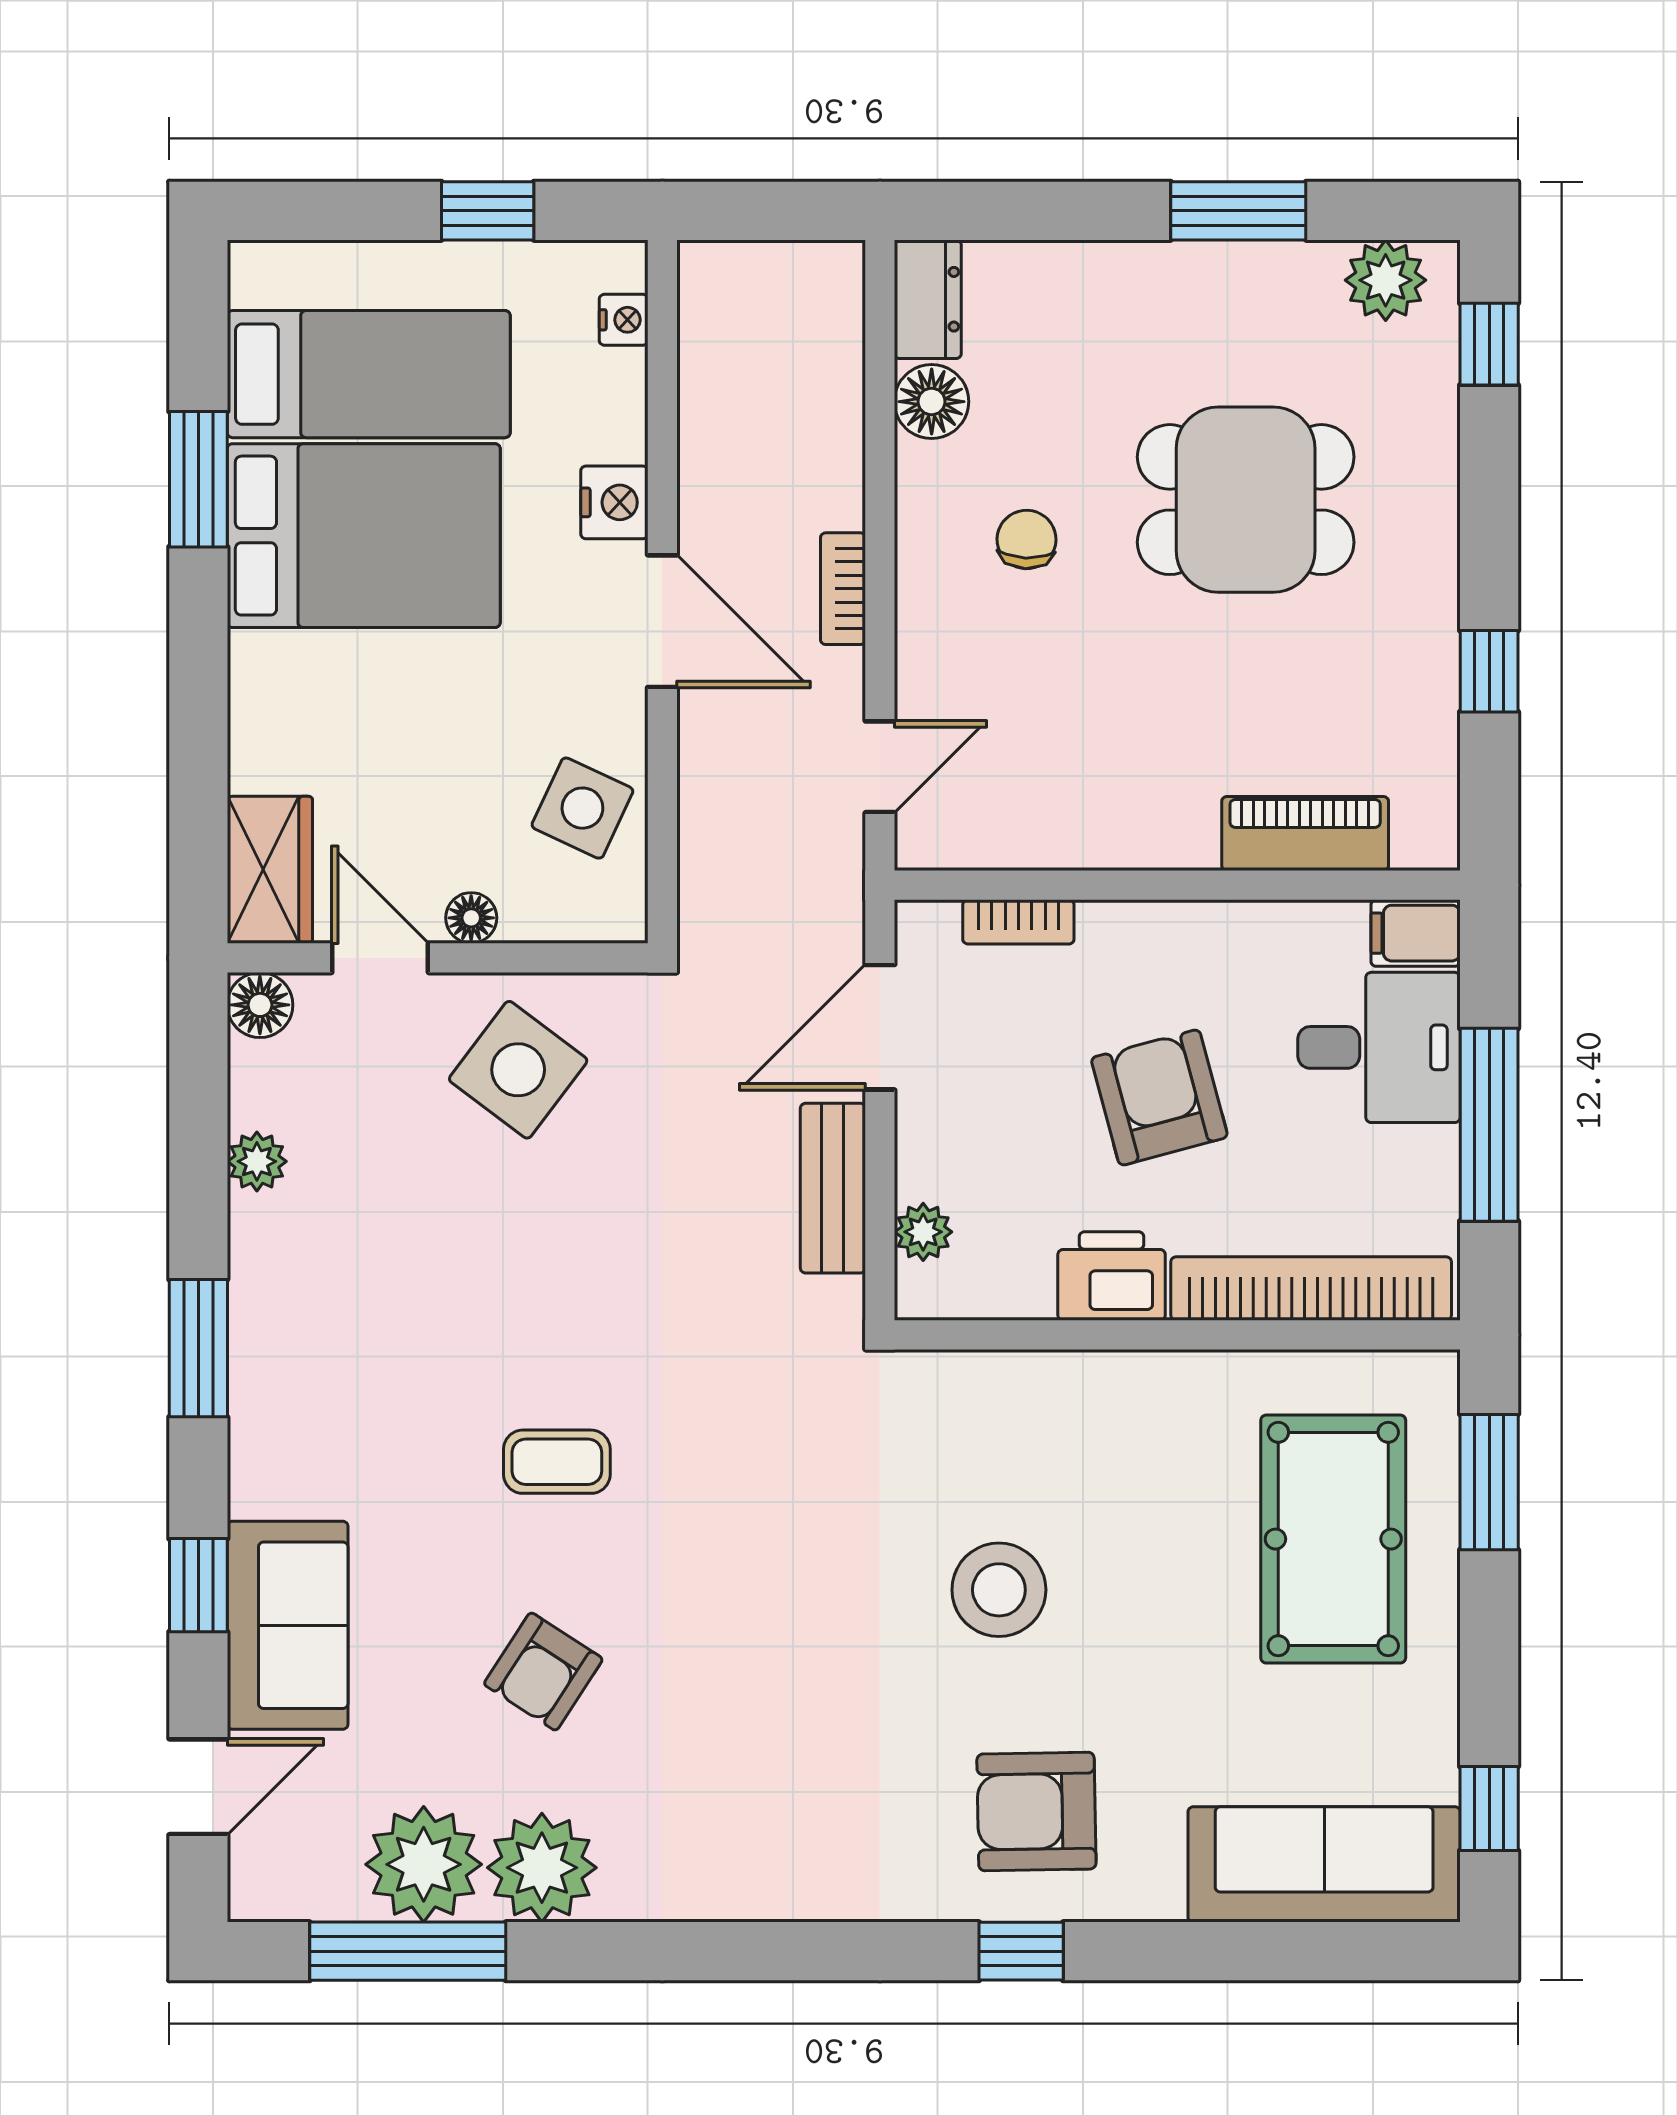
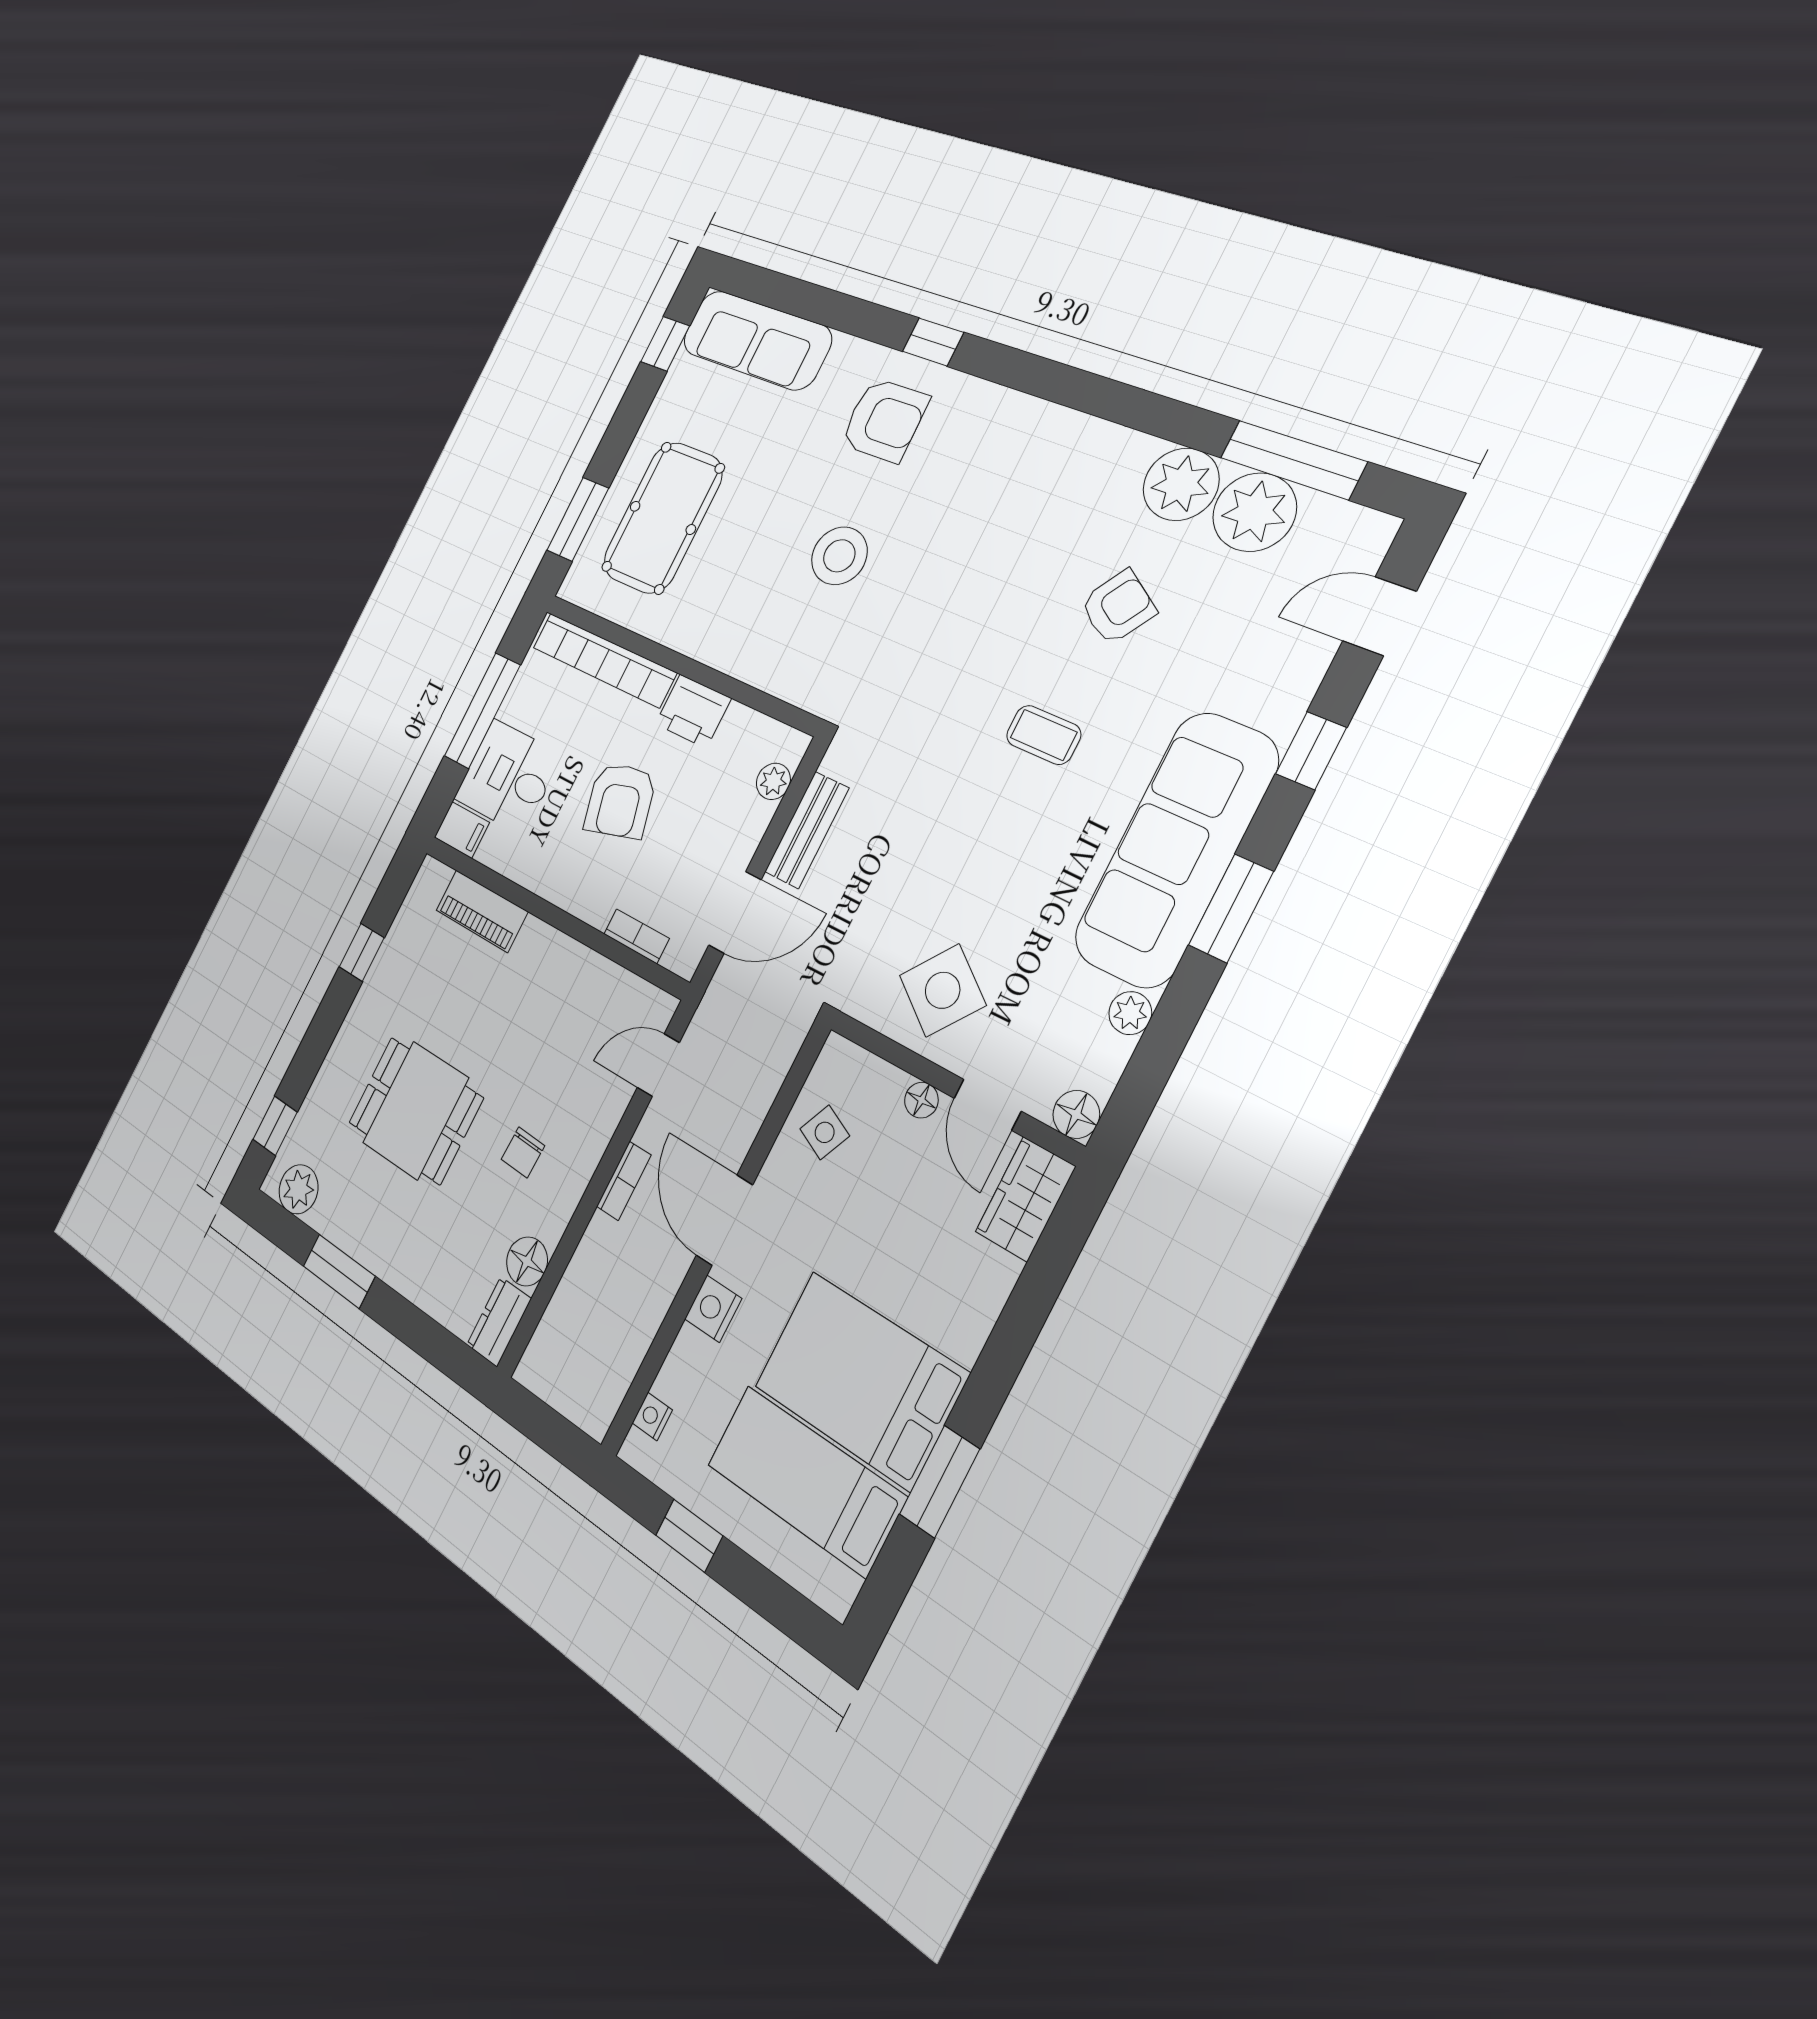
side table: (582, 808) -> (825, 1132), width x0.73, depth x0.73
sofa: (288, 1625) -> (1176, 850), moved, width x1.85, depth x1.27

